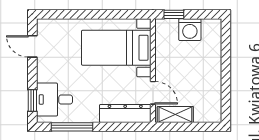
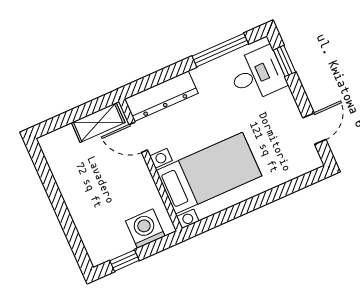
window: (174, 14) -> (125, 261), moved
washing machine: (190, 30) -> (145, 229), moved
door: (32, 46) -> (314, 129), hinge flipped

